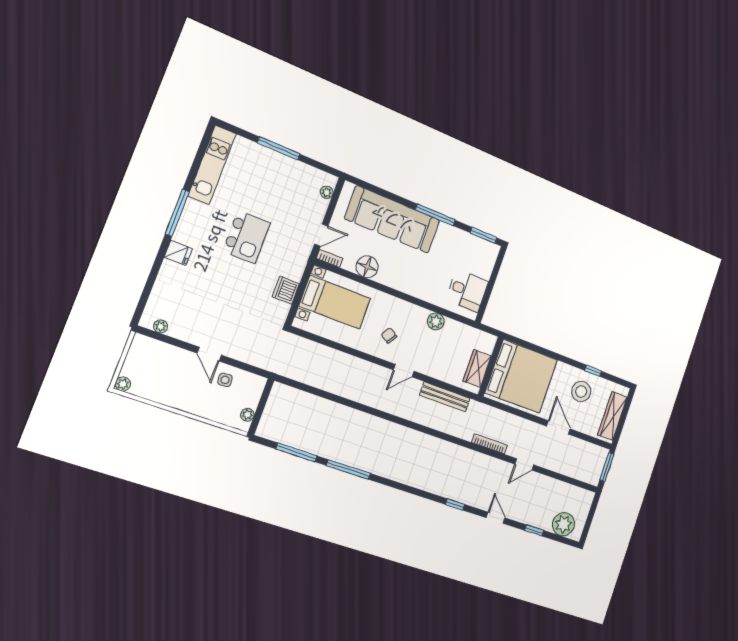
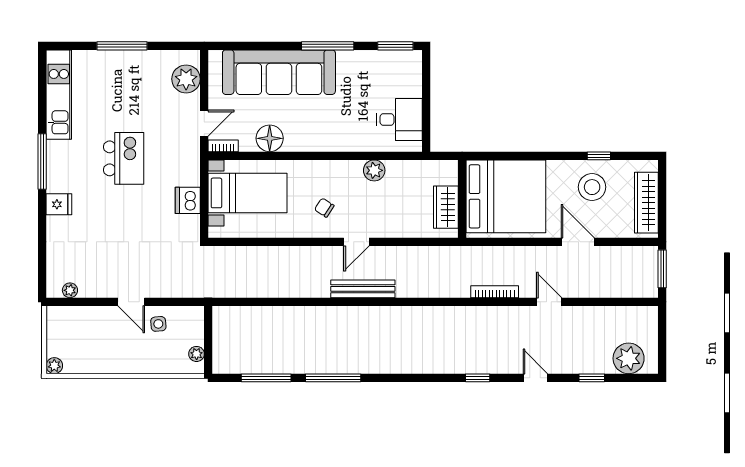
plant: (327, 192) -> (186, 79), width x1.88, depth x1.88
bench: (445, 397) -> (363, 289), moved
door: (524, 464) -> (549, 302), swing flipped

